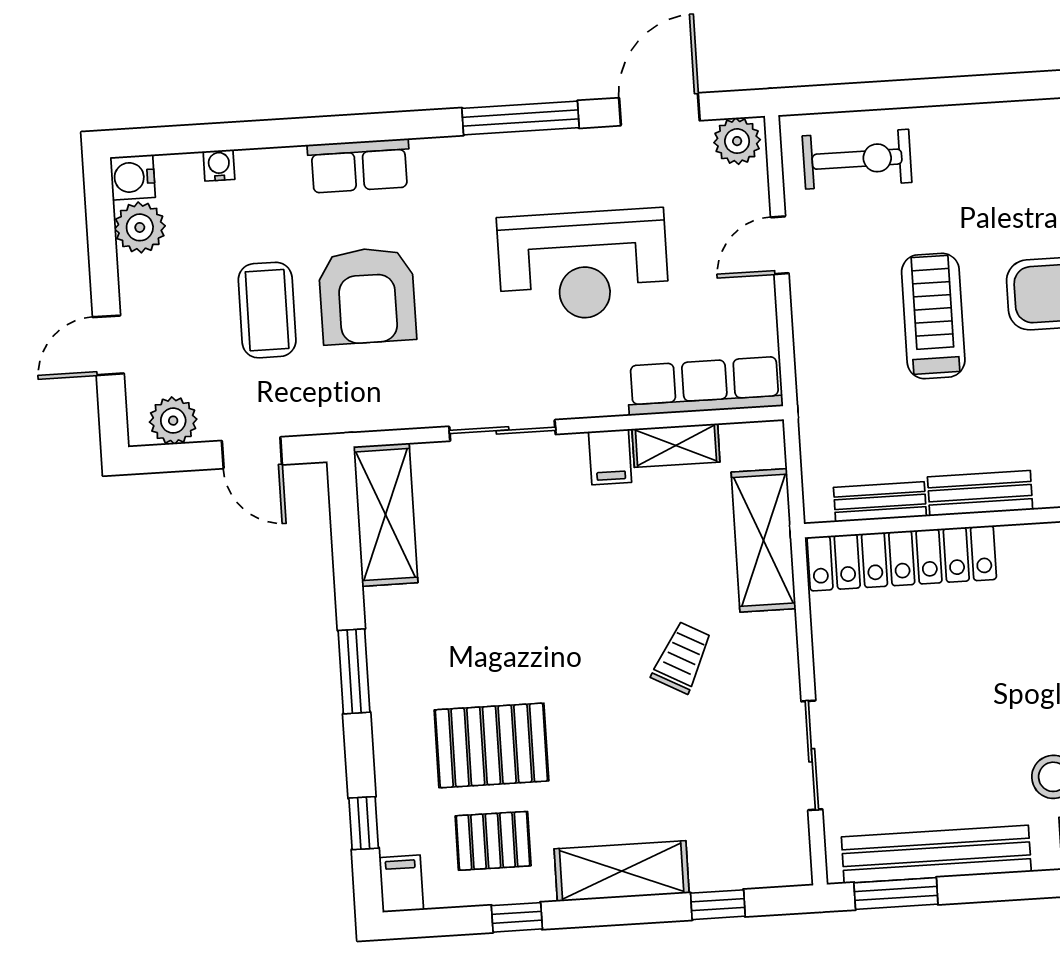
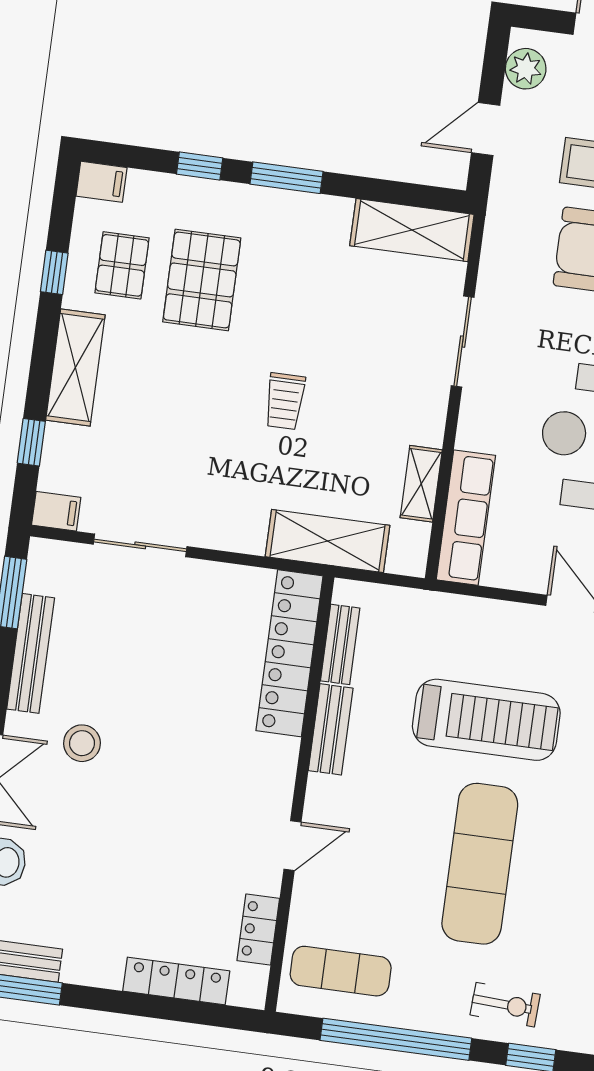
treadmill: (933, 316) -> (486, 720), width x1.37, depth x1.38
filing cabinet: (610, 457) -> (56, 511), moved, turned 180
trolley: (682, 657) -> (285, 401), moved, turned 62
window: (364, 823) -> (200, 166), moved
bench: (936, 854) -> (31, 653), width x0.73, depth x0.82

